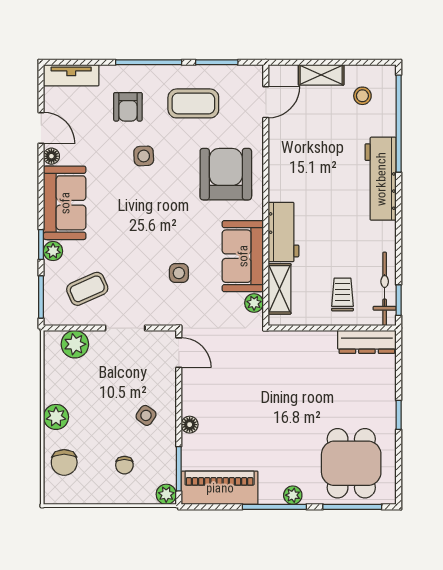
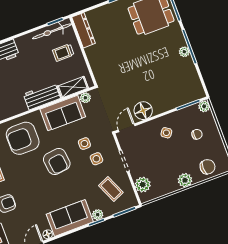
side table: (144, 156) -> (96, 159), moved
armchair: (166, 216) -> (57, 161), added
floor lamp: (190, 425) -> (143, 111), moved, width x1.89, depth x1.89
piano: (220, 488) -> (190, 79), removed
plant: (293, 495) -> (184, 52), moved

